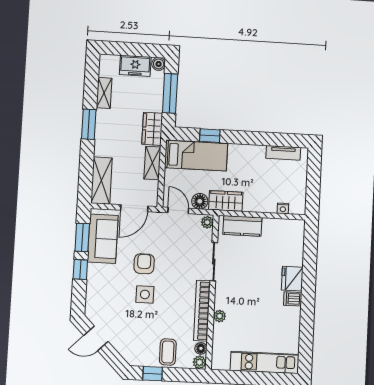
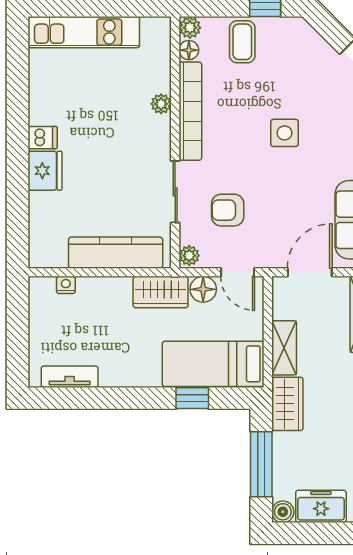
kitchen counter: (242, 226) -> (116, 253), width x1.50
armchair: (144, 264) -> (228, 210), moved, turned 90

